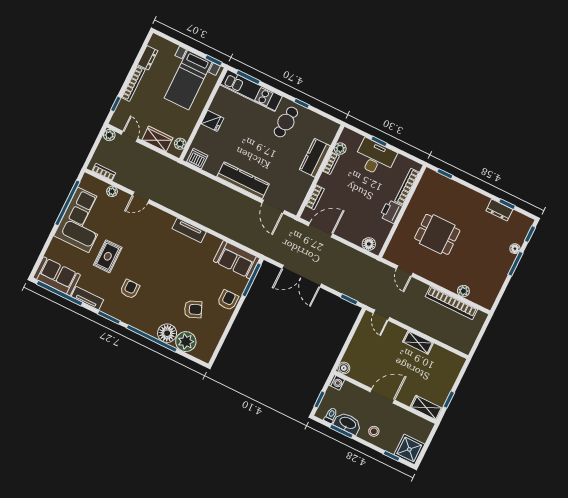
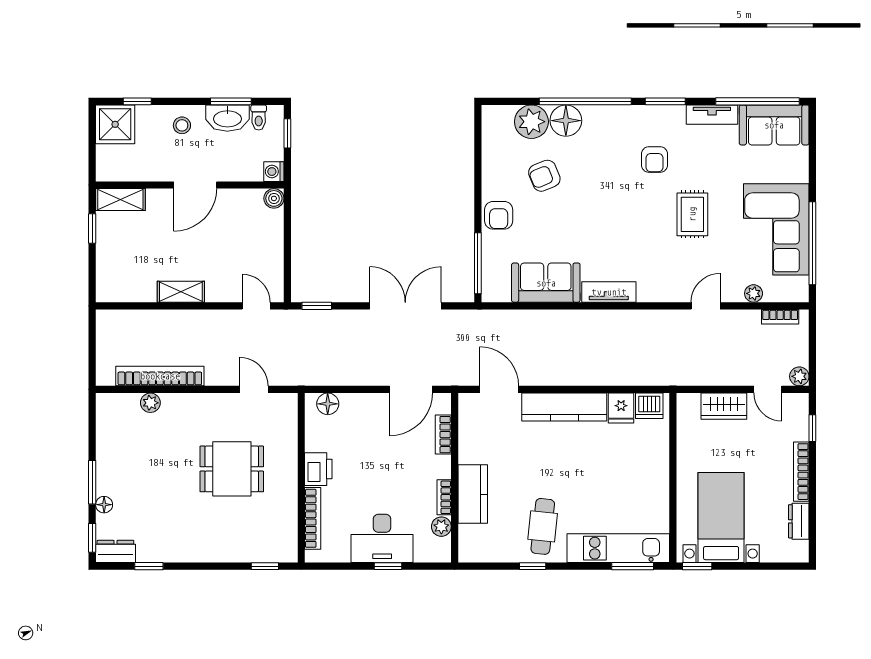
fridge: (212, 121) -> (621, 408), moved, turned -90
plant: (180, 144) -> (686, 416), removed
dresser: (499, 210) -> (115, 551), moved
rug: (108, 256) -> (692, 214), moved
sofa: (237, 260) -> (546, 283), moved

